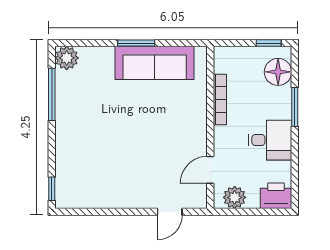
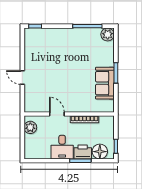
sofa: (155, 63) -> (105, 83), width x0.73
door: (210, 170) -> (57, 114), moved
printer: (276, 196) -> (83, 152), moved, turned -90
door: (170, 212) -> (22, 78), moved

